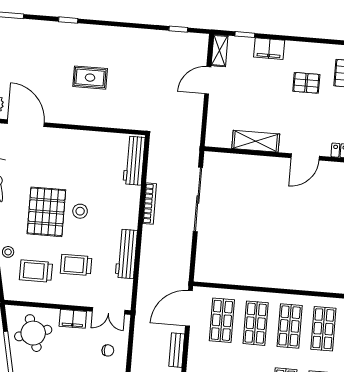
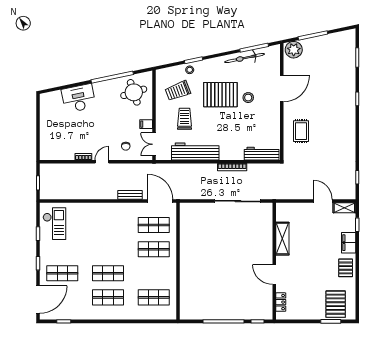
rug: (90, 78) -> (301, 131), moved
pallet: (306, 83) -> (346, 268), moved
door: (26, 123) -> (282, 89), moved
stool: (80, 211) -> (248, 98), moved
workbench: (126, 254) -> (195, 152), width x1.36, depth x1.32
trolley: (36, 271) -> (178, 91), turned -111
filing cabinet: (73, 319) -> (146, 124), width x0.50
shop shelf: (290, 326) -> (154, 273), removed

